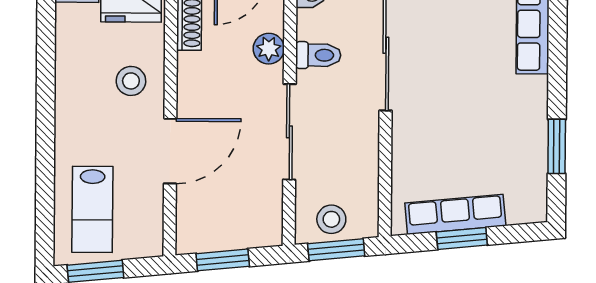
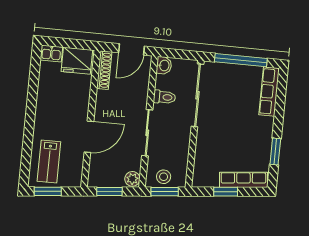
plant: (269, 49) -> (132, 179), moved
stool: (131, 81) -> (73, 101), removed
row of seats: (455, 214) -> (243, 180), moved

